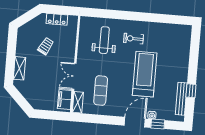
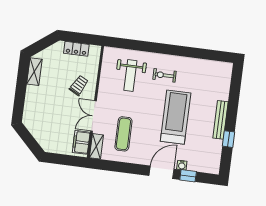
weight bench: (104, 40) -> (130, 75), turned 180
trolley: (46, 46) -> (79, 85), moved
shelving: (19, 68) -> (34, 72), moved
bench: (181, 99) -> (220, 120), moved

